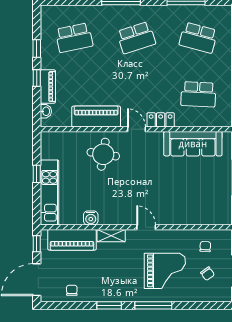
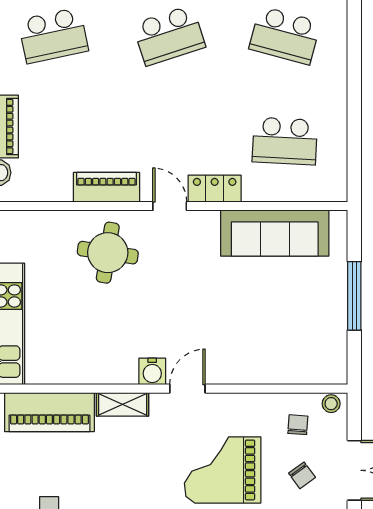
piano: (96, 117) -> (107, 187), width x0.73, depth x0.75
water cooler: (91, 218) -> (152, 371), moved
door: (146, 227) -> (187, 389), hinge flipped
stool: (223, 235) -> (331, 404), added
grand piano: (165, 271) -> (223, 470), turned 180

